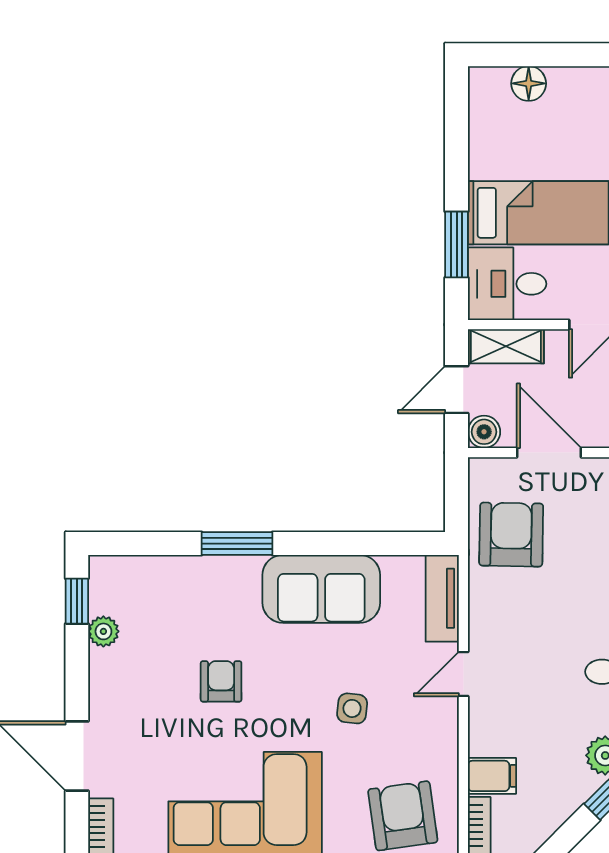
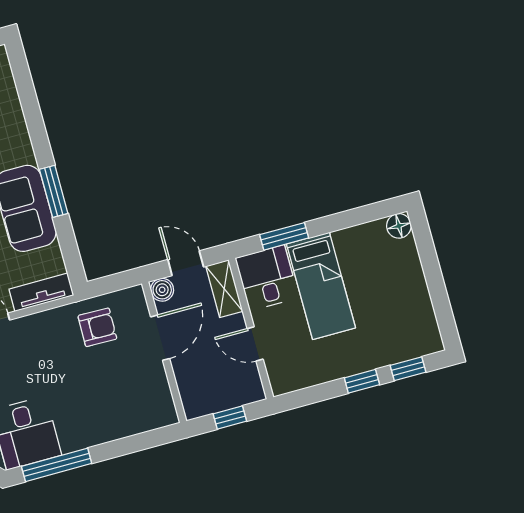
floor lamp: (529, 83) -> (399, 226), moved
armchair: (511, 535) -> (97, 327), width x0.72, depth x0.72
window: (237, 544) -> (54, 191), moved

